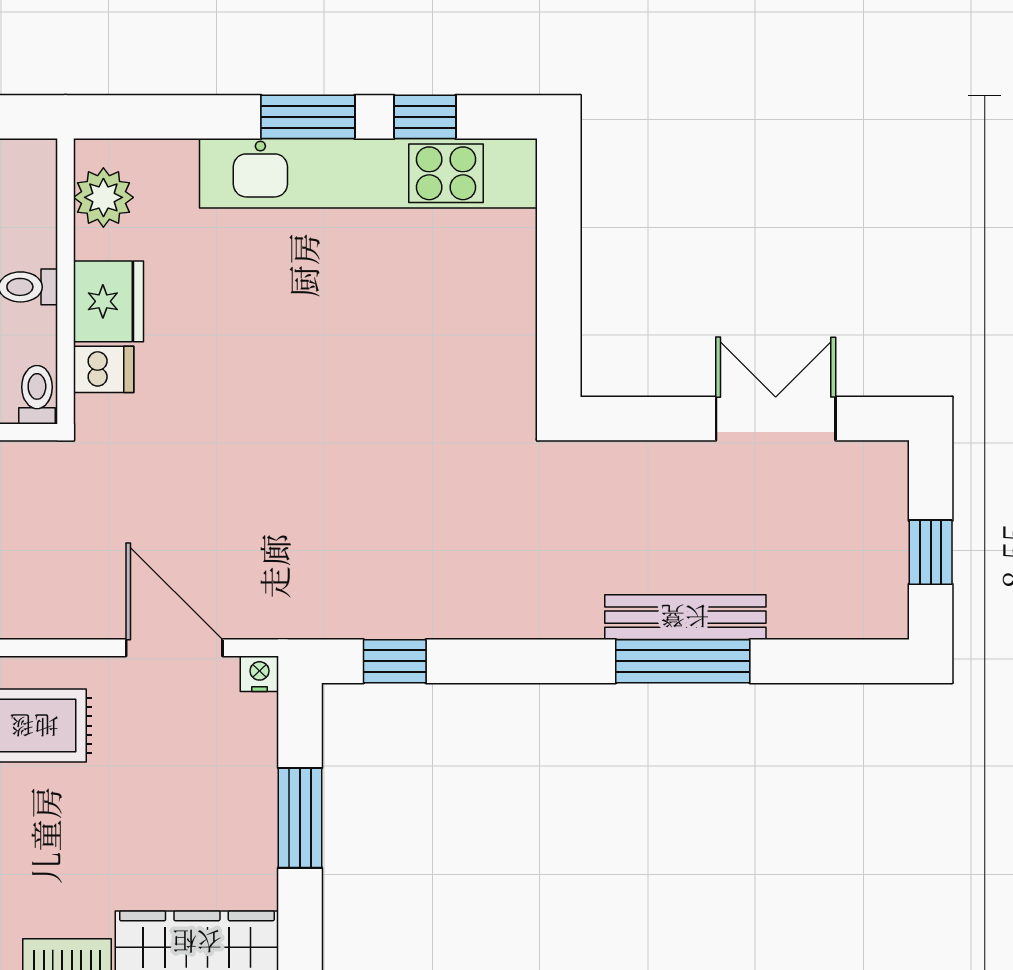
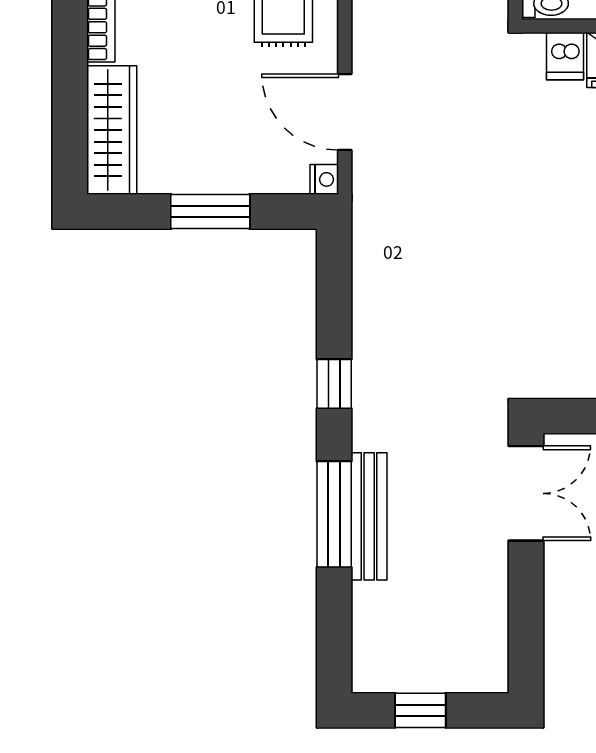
double door: (776, 419) -> (526, 493), moved
door: (174, 648) -> (345, 112), swing flipped
window: (395, 661) -> (334, 384), moved

